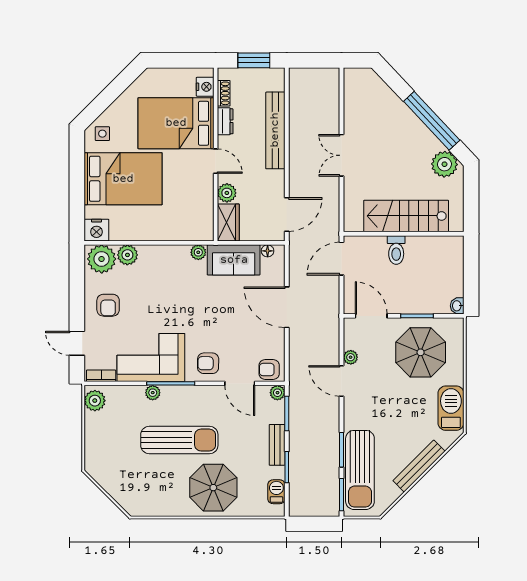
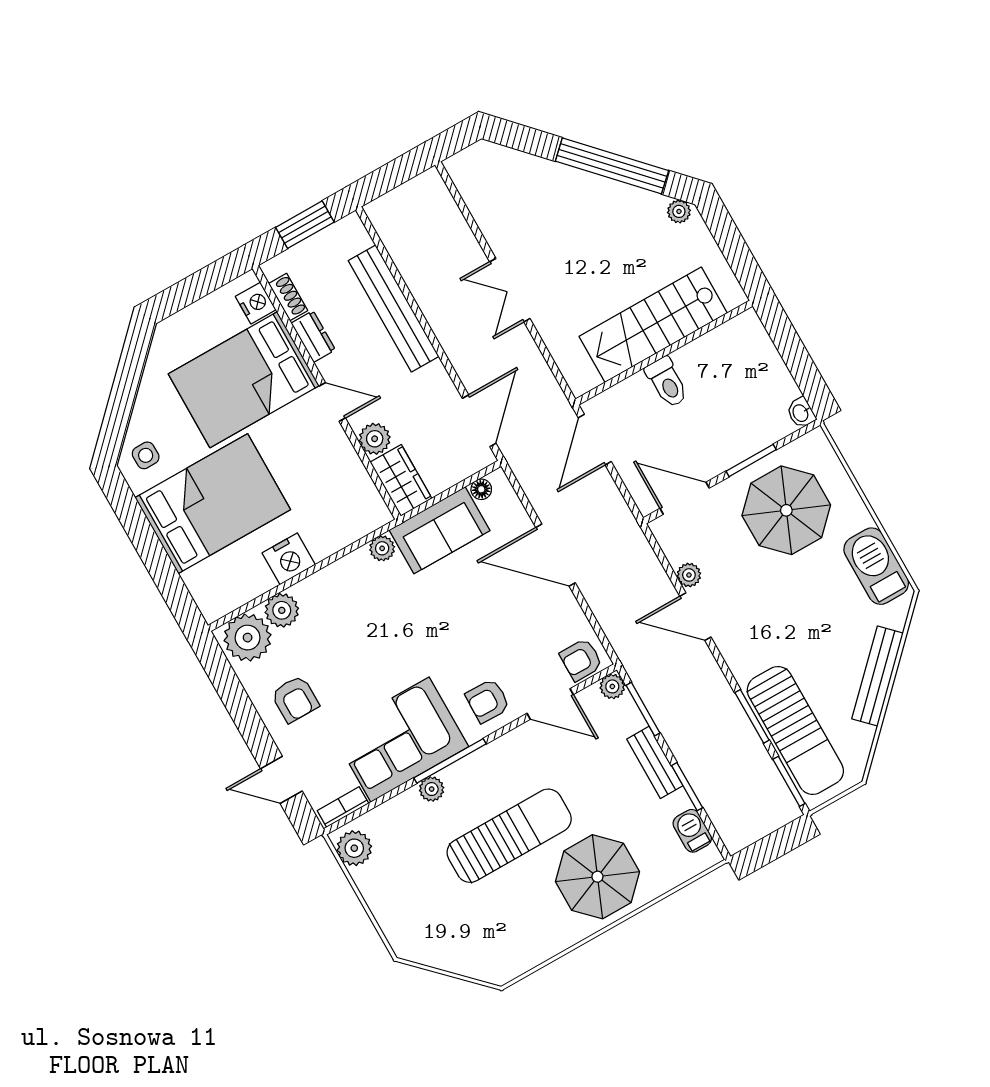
plant: (444, 164) -> (679, 211), width x0.53, depth x0.53
nightstand: (96, 230) -> (289, 559), moved

